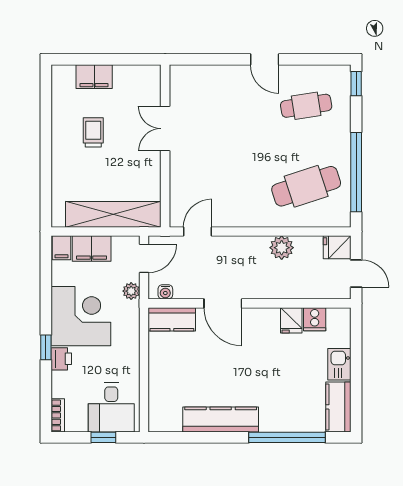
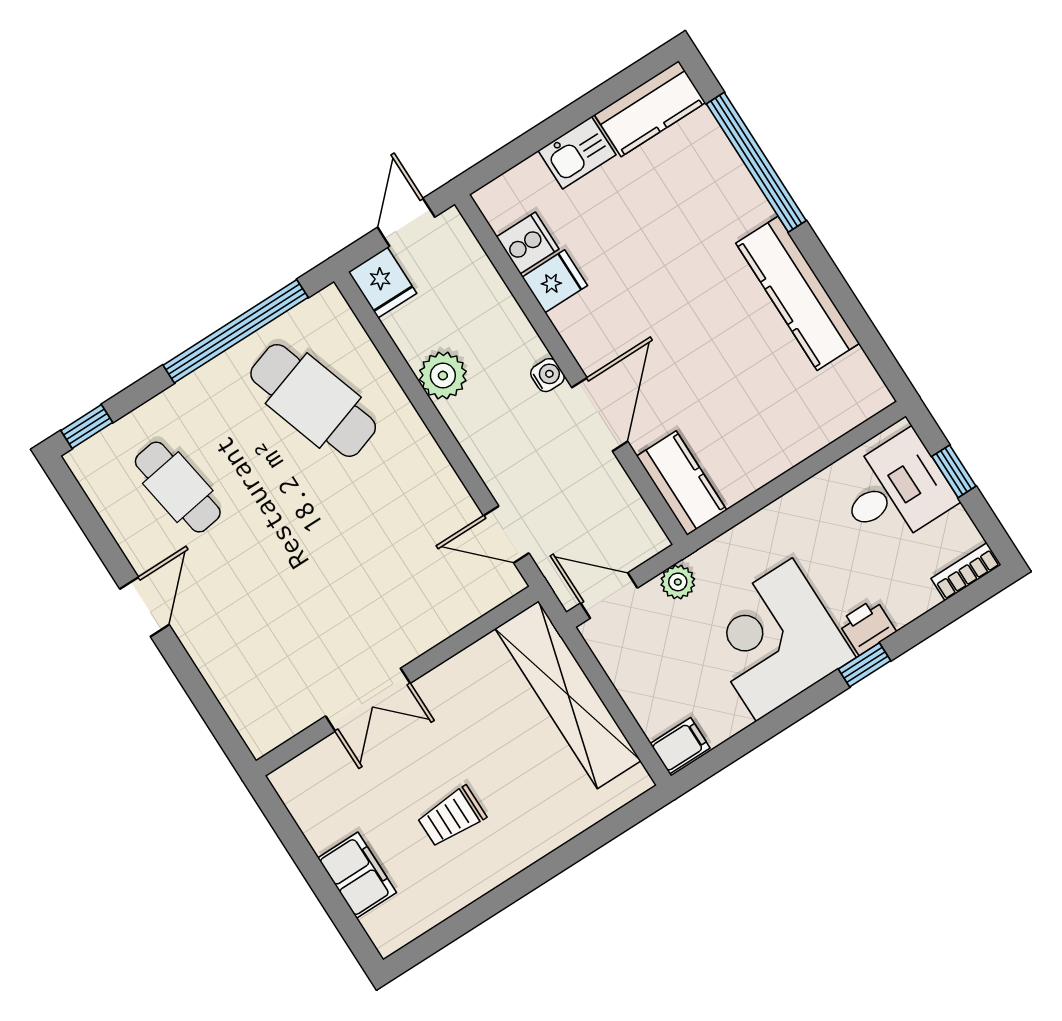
filing cabinet: (92, 249) -> (649, 694), removed
water cooler: (165, 292) -> (547, 375), moved

